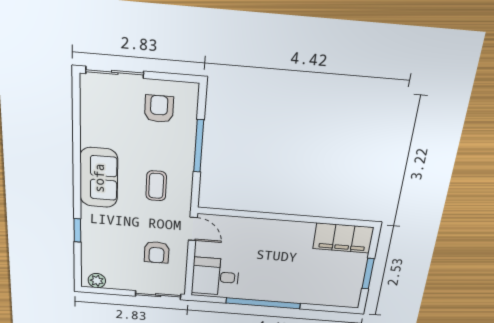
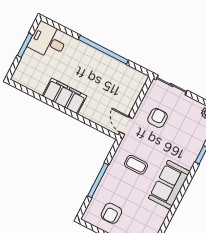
coffee table: (156, 186) -> (136, 165), turned 90
filing cabinet: (343, 238) -> (64, 96), moved
desk: (215, 277) -> (48, 41), moved, turned 180

